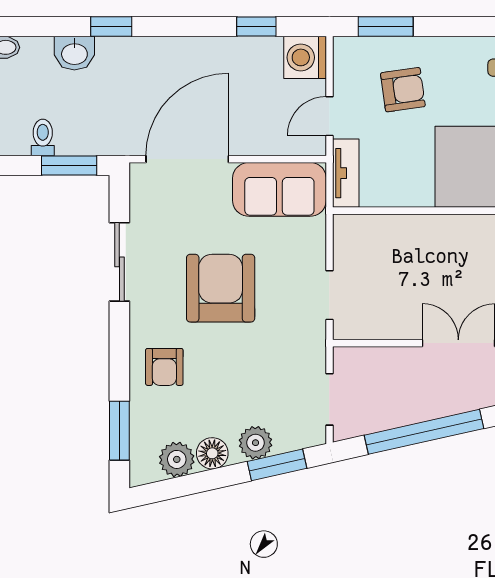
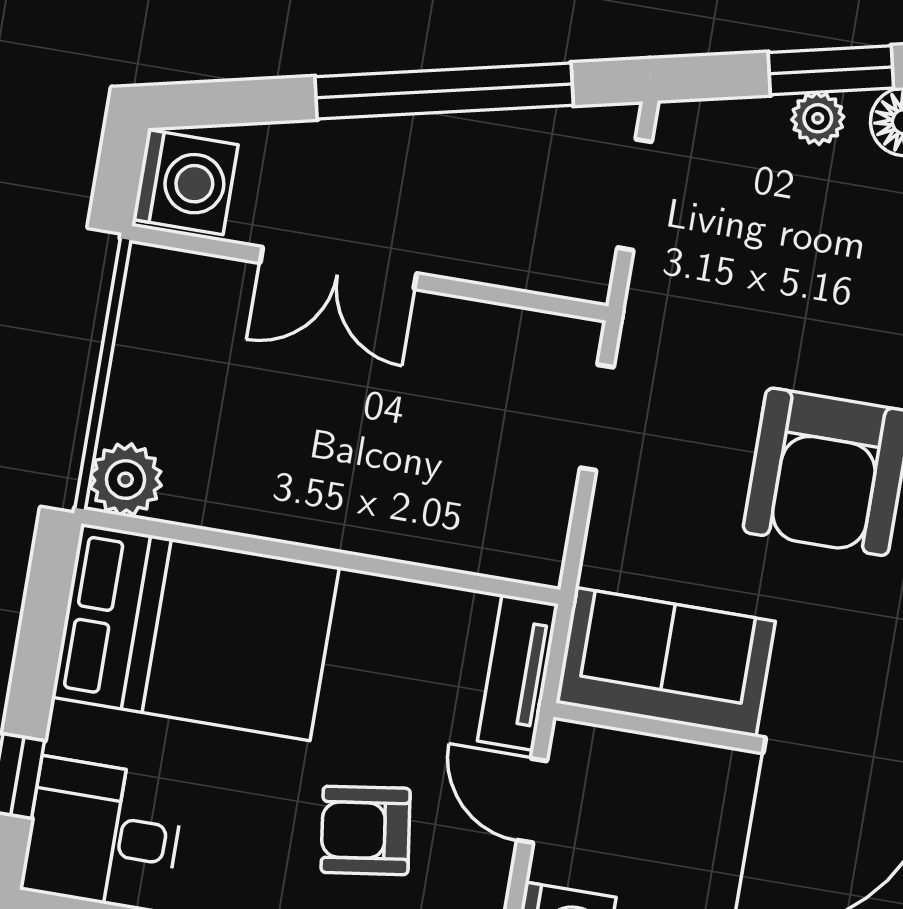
door: (329, 116) -> (532, 801), swing flipped
plant: (256, 443) -> (818, 118), width x0.73, depth x0.73
window: (277, 465) -> (831, 70), moved

